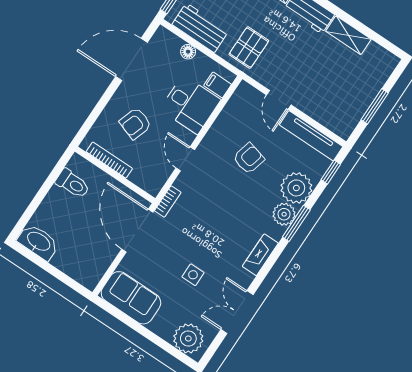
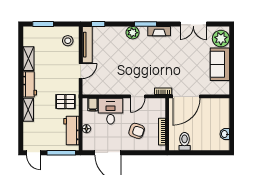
window: (375, 106) -> (43, 24), moved
stool: (336, 111) -> (68, 41), added
armchair: (249, 159) -> (117, 67), removed
plant: (296, 188) -> (116, 35), removed
window: (296, 223) -> (146, 24), moved
washbasin: (38, 242) -> (225, 134), width x0.52, depth x0.69
side table: (193, 275) -> (190, 56), removed
sofa: (131, 298) -> (220, 64), moved

